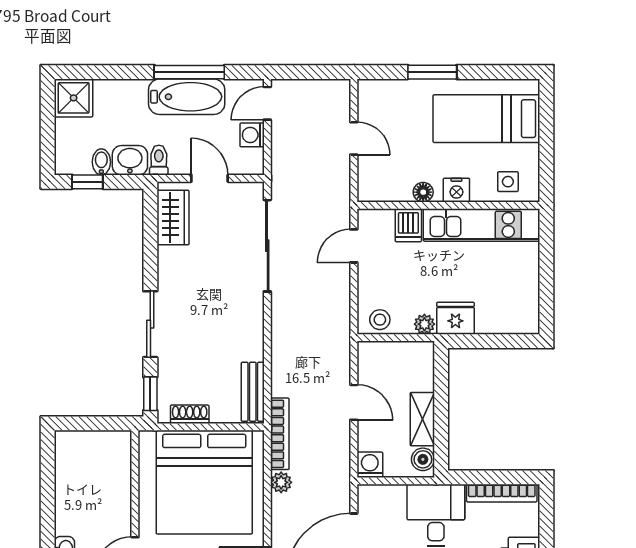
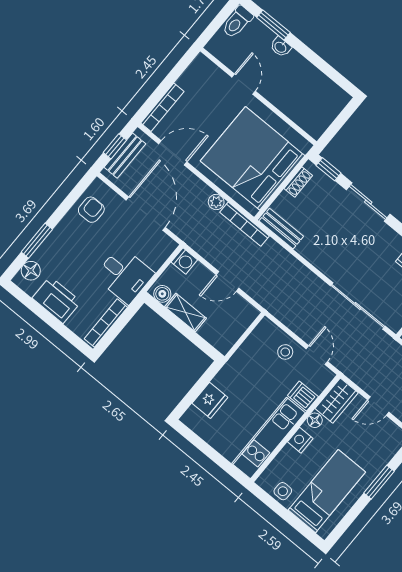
side table: (508, 182) -> (283, 491), moved
wardrobe: (384, 186) -> (337, 401), added
fridge: (455, 318) -> (210, 400), moved
stool: (380, 320) -> (285, 352), moved
plant: (424, 324) -> (239, 359), removed

